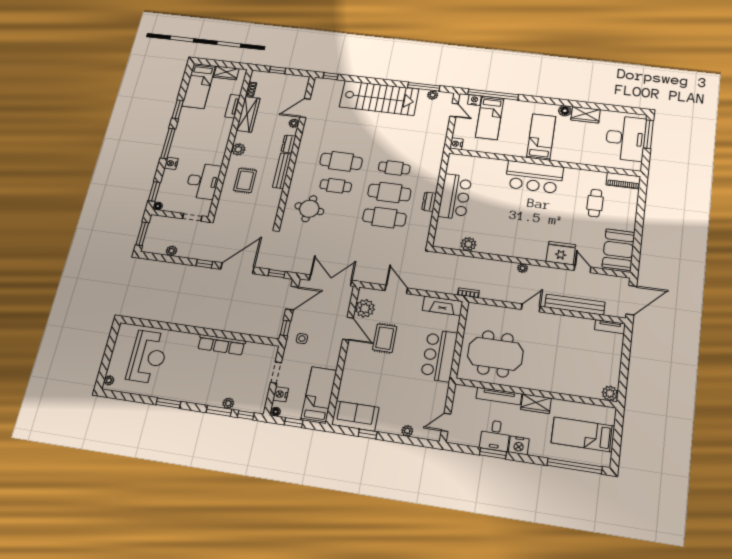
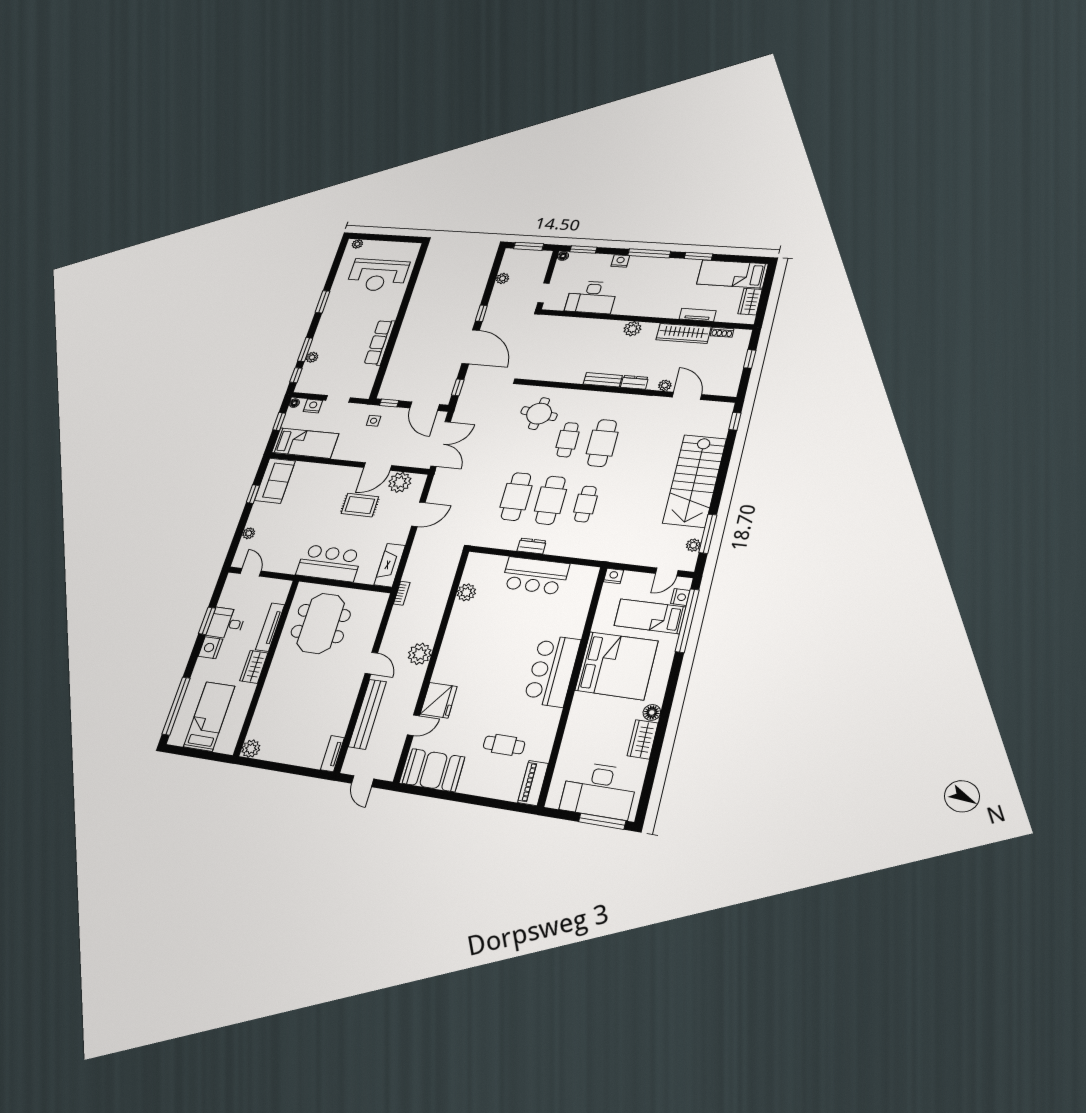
bed: (541, 137) -> (617, 666), width x2.04
bench: (282, 171) -> (603, 380), width x0.73
rug: (245, 180) -> (587, 341), removed
plant: (523, 268) -> (420, 654), width x1.88, depth x1.88
door: (631, 300) -> (363, 781), width x0.53

